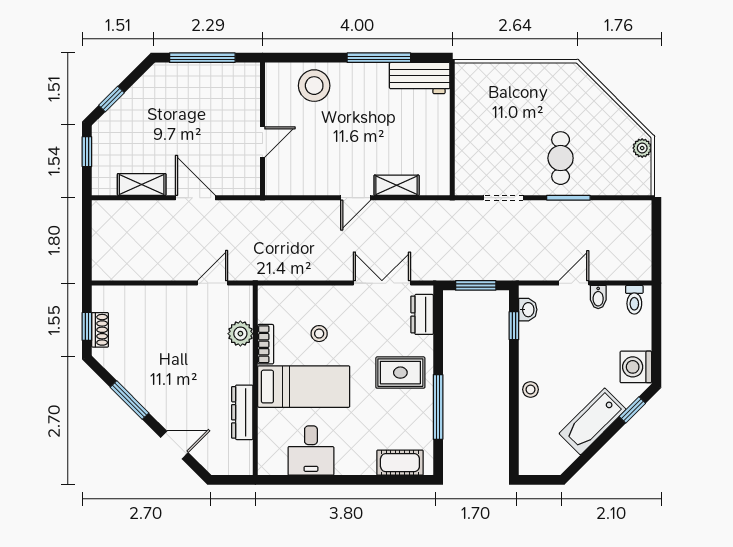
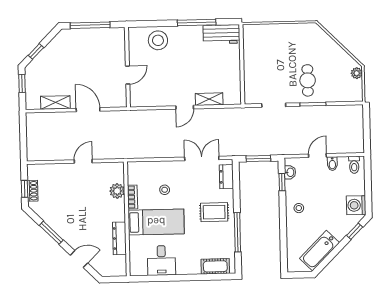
door: (213, 283) -> (83, 161), moved
stool: (530, 389) -> (299, 208), moved
bathtub: (593, 421) -> (320, 251), moved

